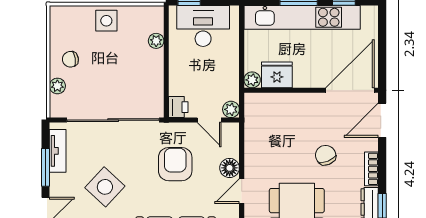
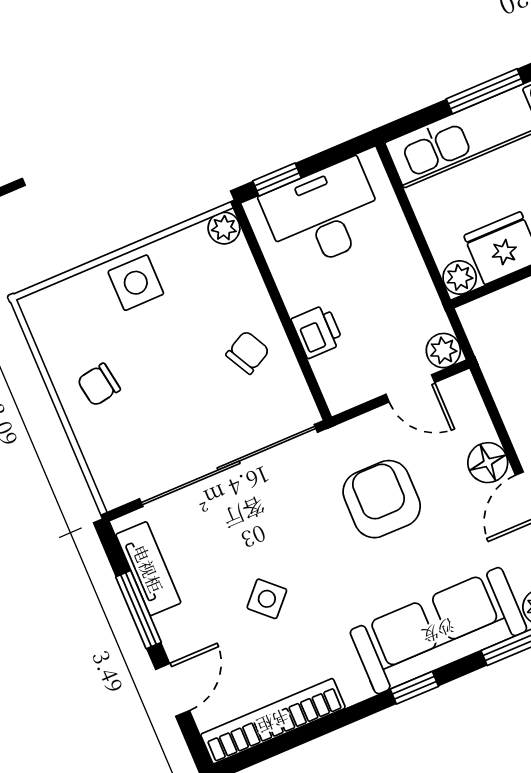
plant: (156, 41) -> (224, 228), moved
chair: (143, 73) -> (248, 352), added
plant: (57, 86) -> (96, 446), removed
printer: (178, 107) -> (317, 331), moved
side table: (105, 187) -> (267, 599), width x0.54, depth x0.54

